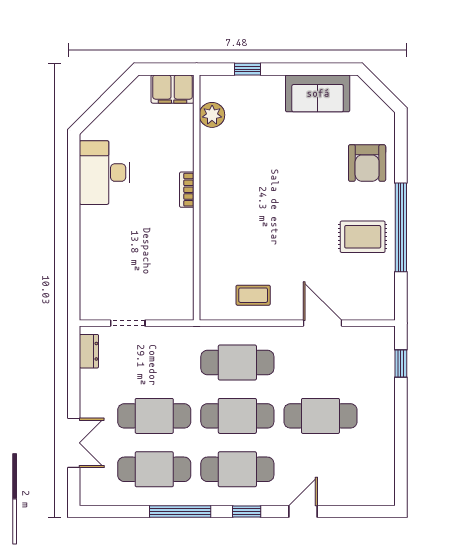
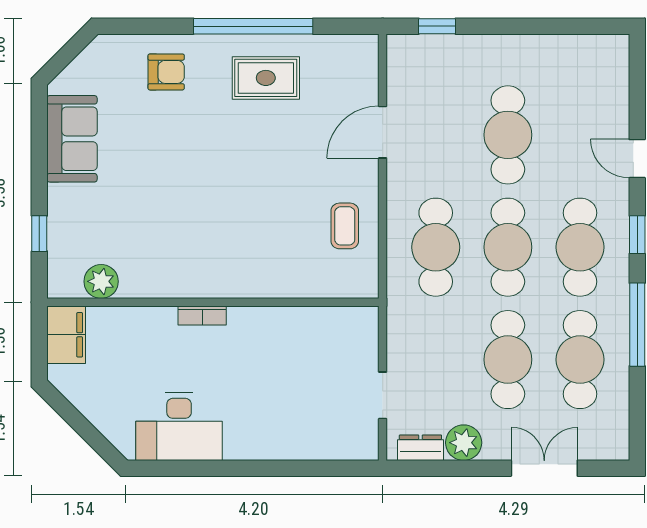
armchair: (367, 163) -> (166, 72), width x0.72, depth x0.72
rug: (363, 237) -> (266, 78), turned 90
plant: (93, 383) -> (464, 443), added

